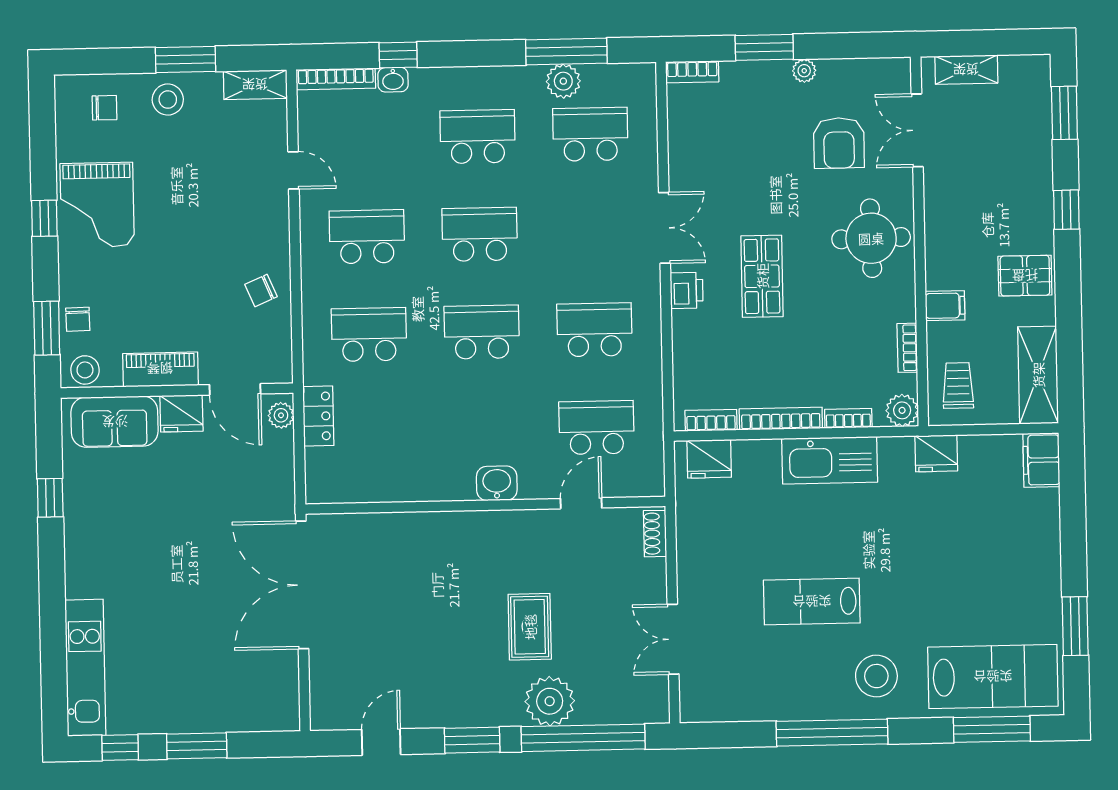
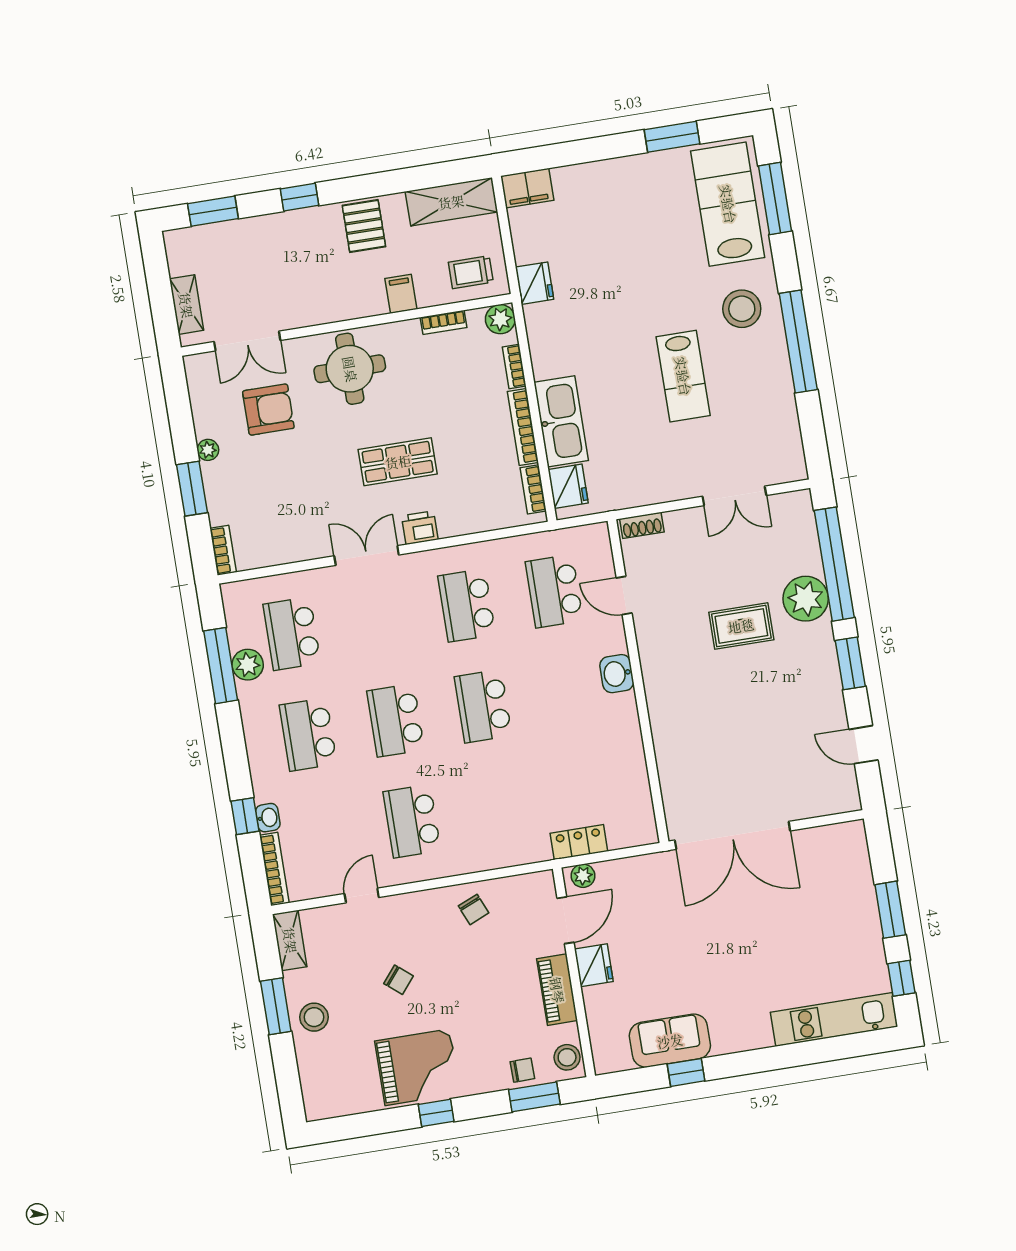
chair: (105, 108) -> (399, 980), moved, turned 130
school desk: (369, 334) -> (499, 807), removed
sofa: (115, 422) -> (670, 1041), moved, turned -90
kitchen sink: (830, 460) -> (561, 421), moved

